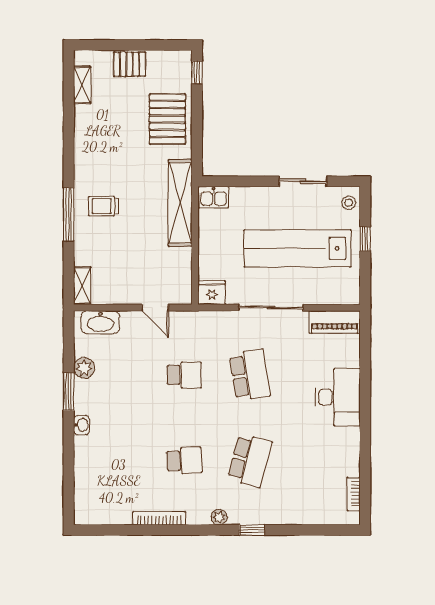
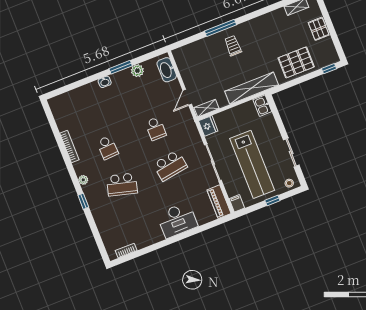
lab bench: (297, 248) -> (252, 164), turned 180
shelving: (82, 286) -> (207, 108), moved
filing cabinet: (348, 295) -> (237, 203), added

